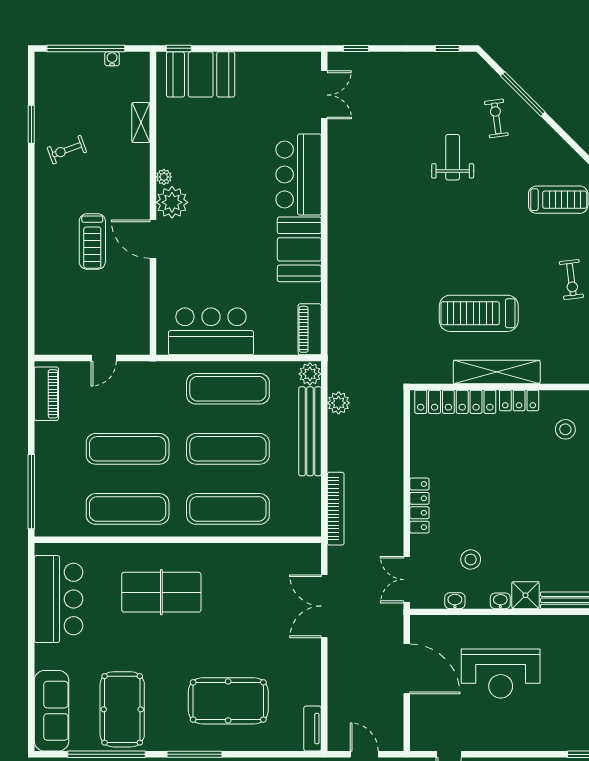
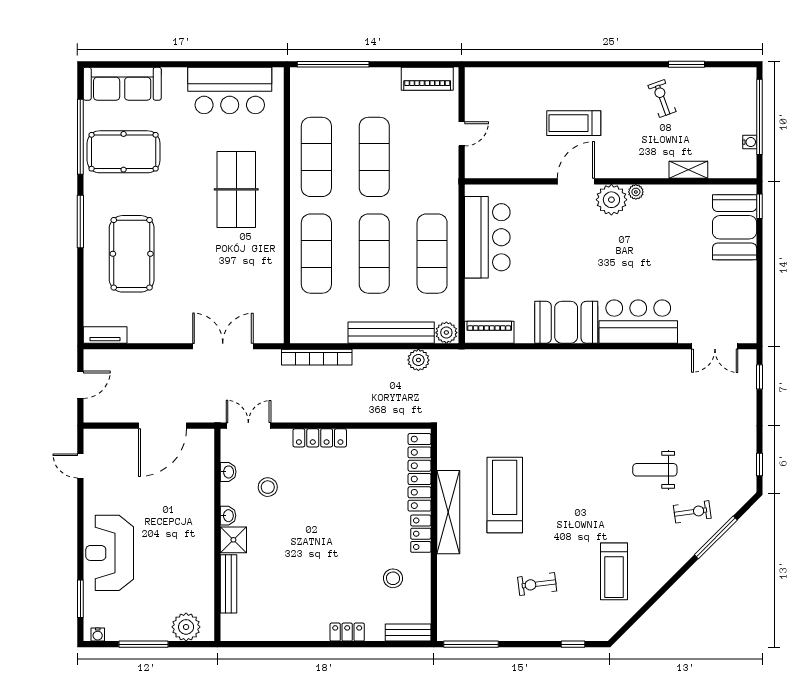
weight bench: (453, 157) -> (655, 470), turned 180
door: (104, 358) -> (462, 134), swing flipped
reception desk: (501, 673) -> (110, 553), moved

